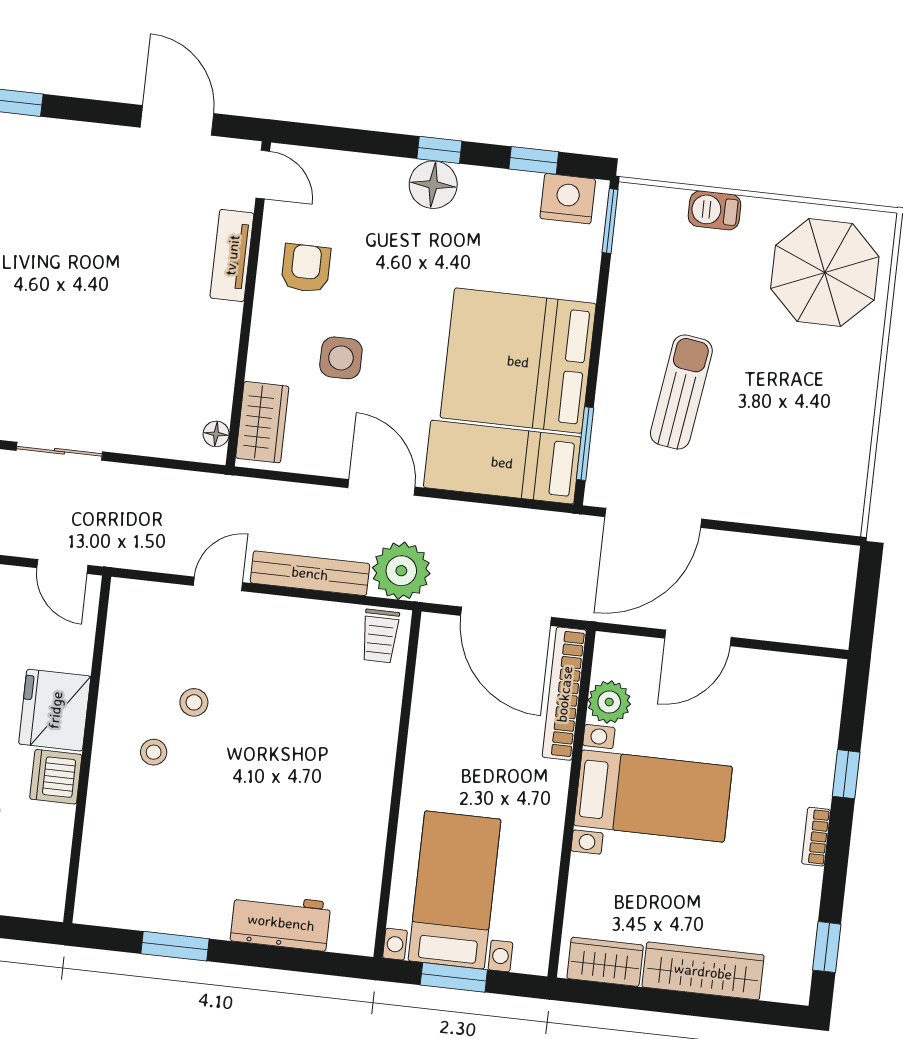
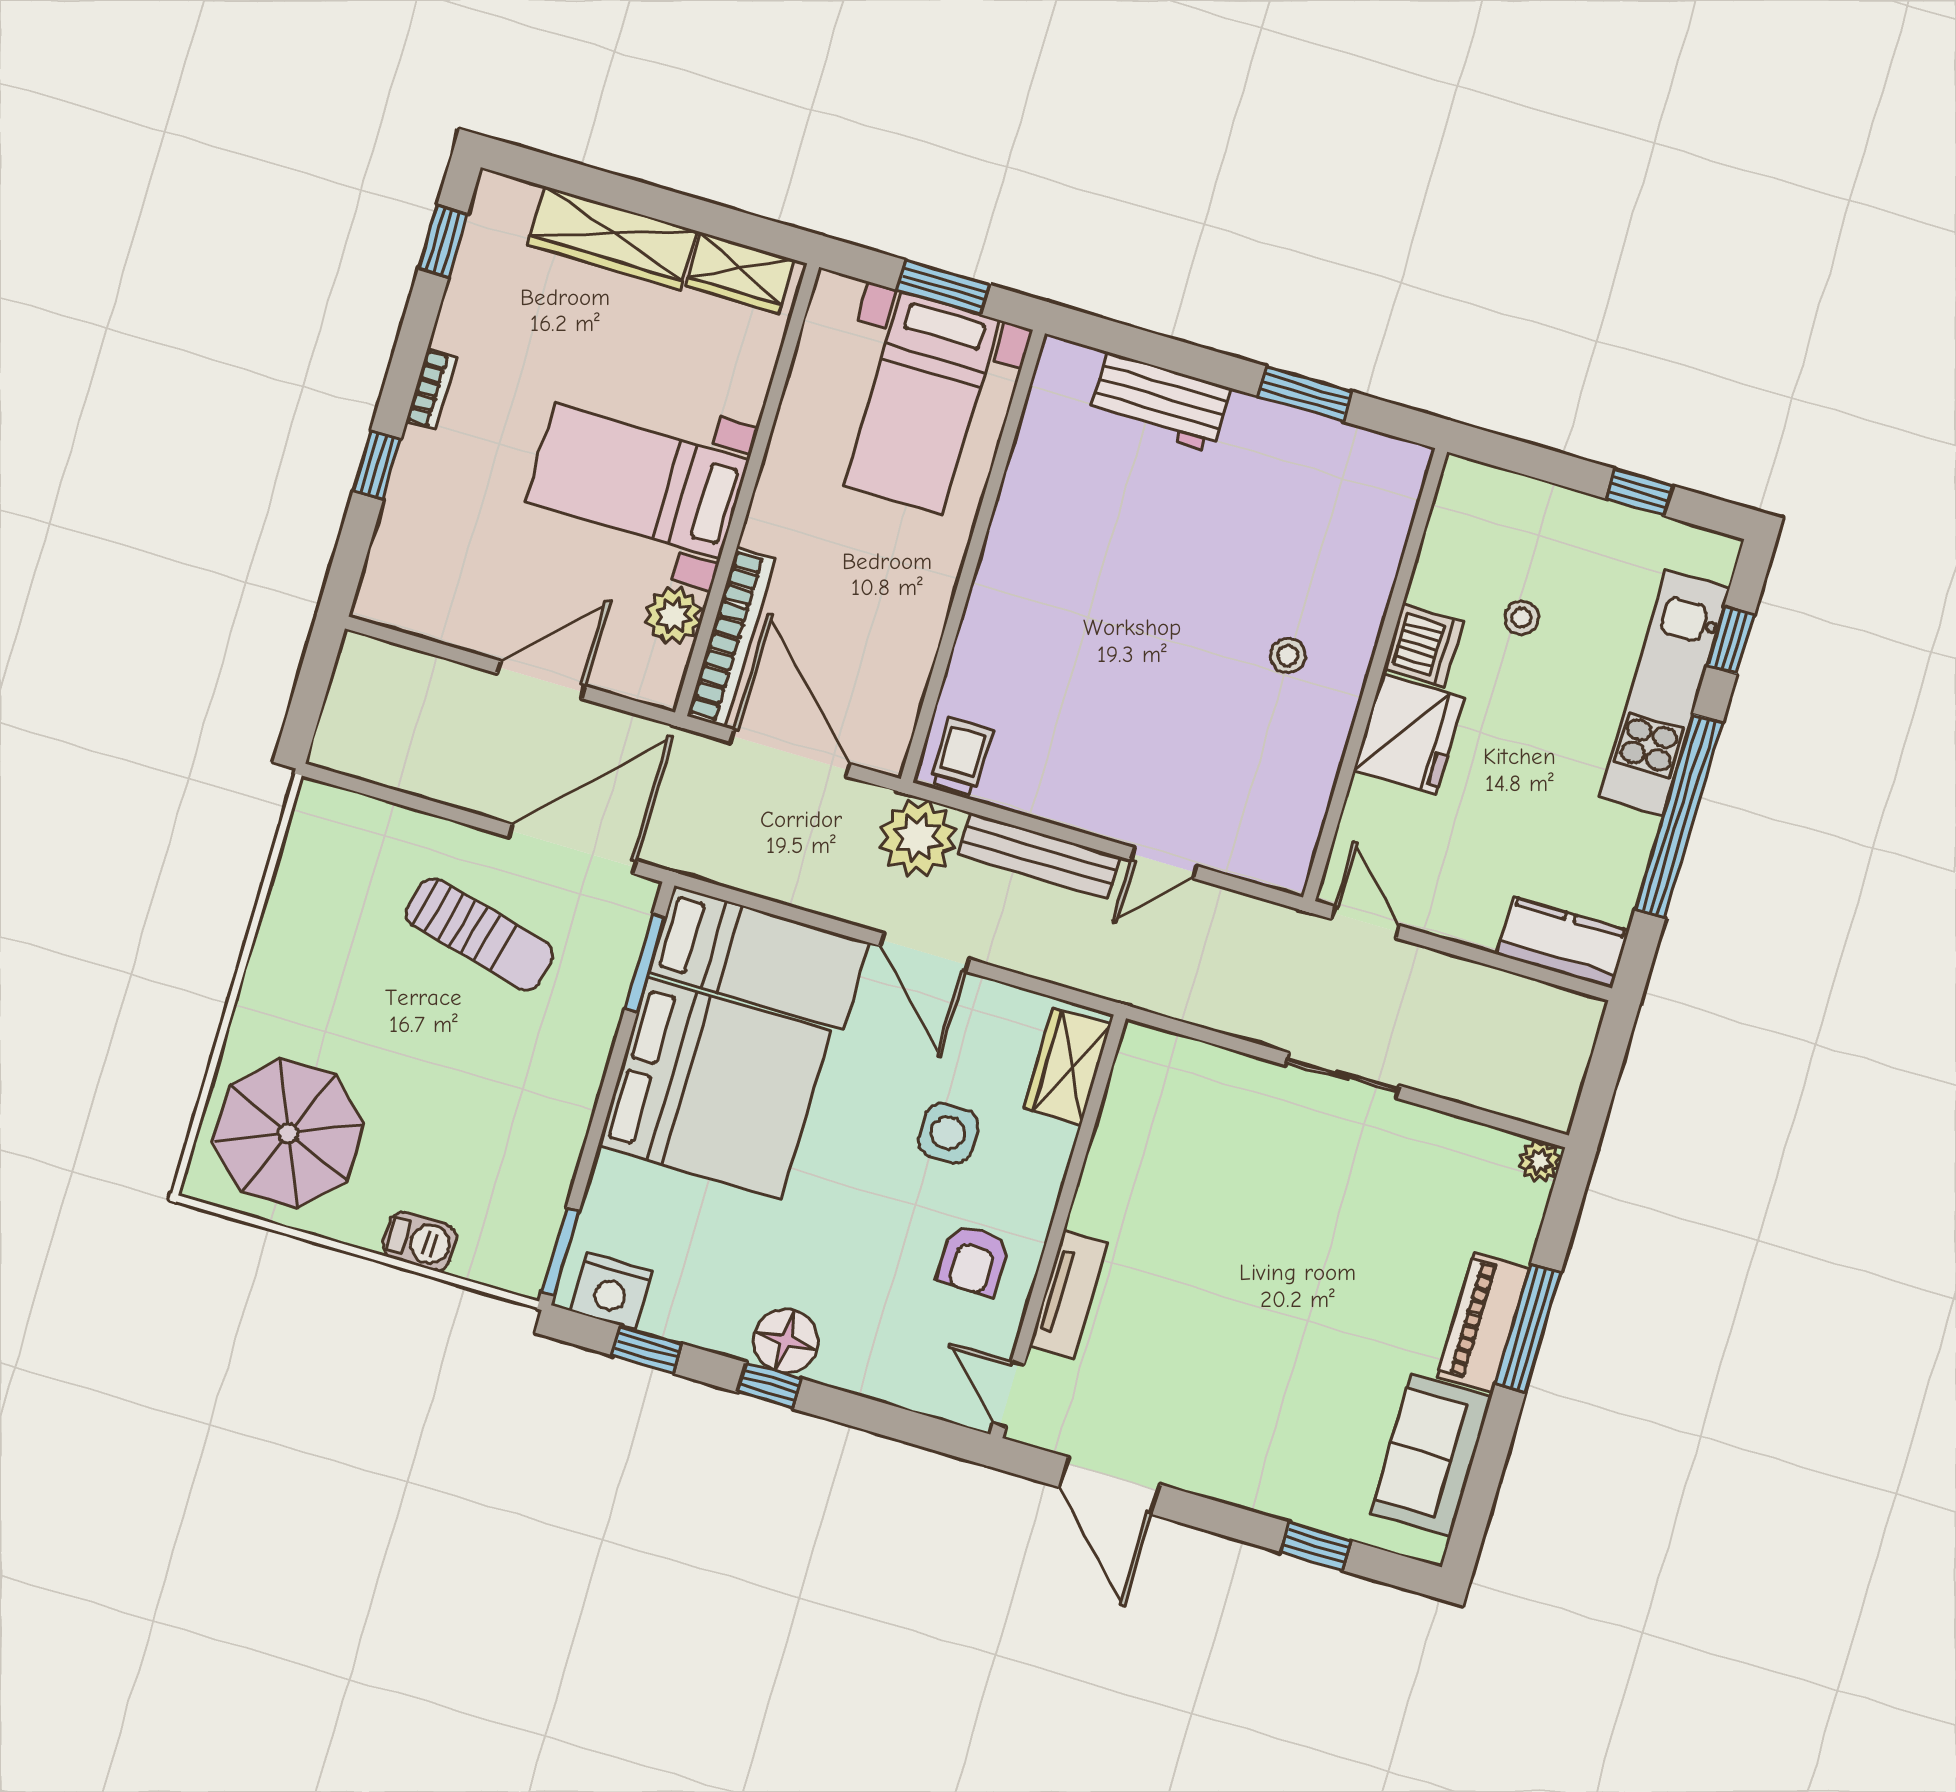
sun lounger: (681, 392) -> (480, 934), moved, turned -84
floor lamp: (216, 434) -> (1131, 1062), removed
stool: (194, 702) -> (1223, 712), removed

